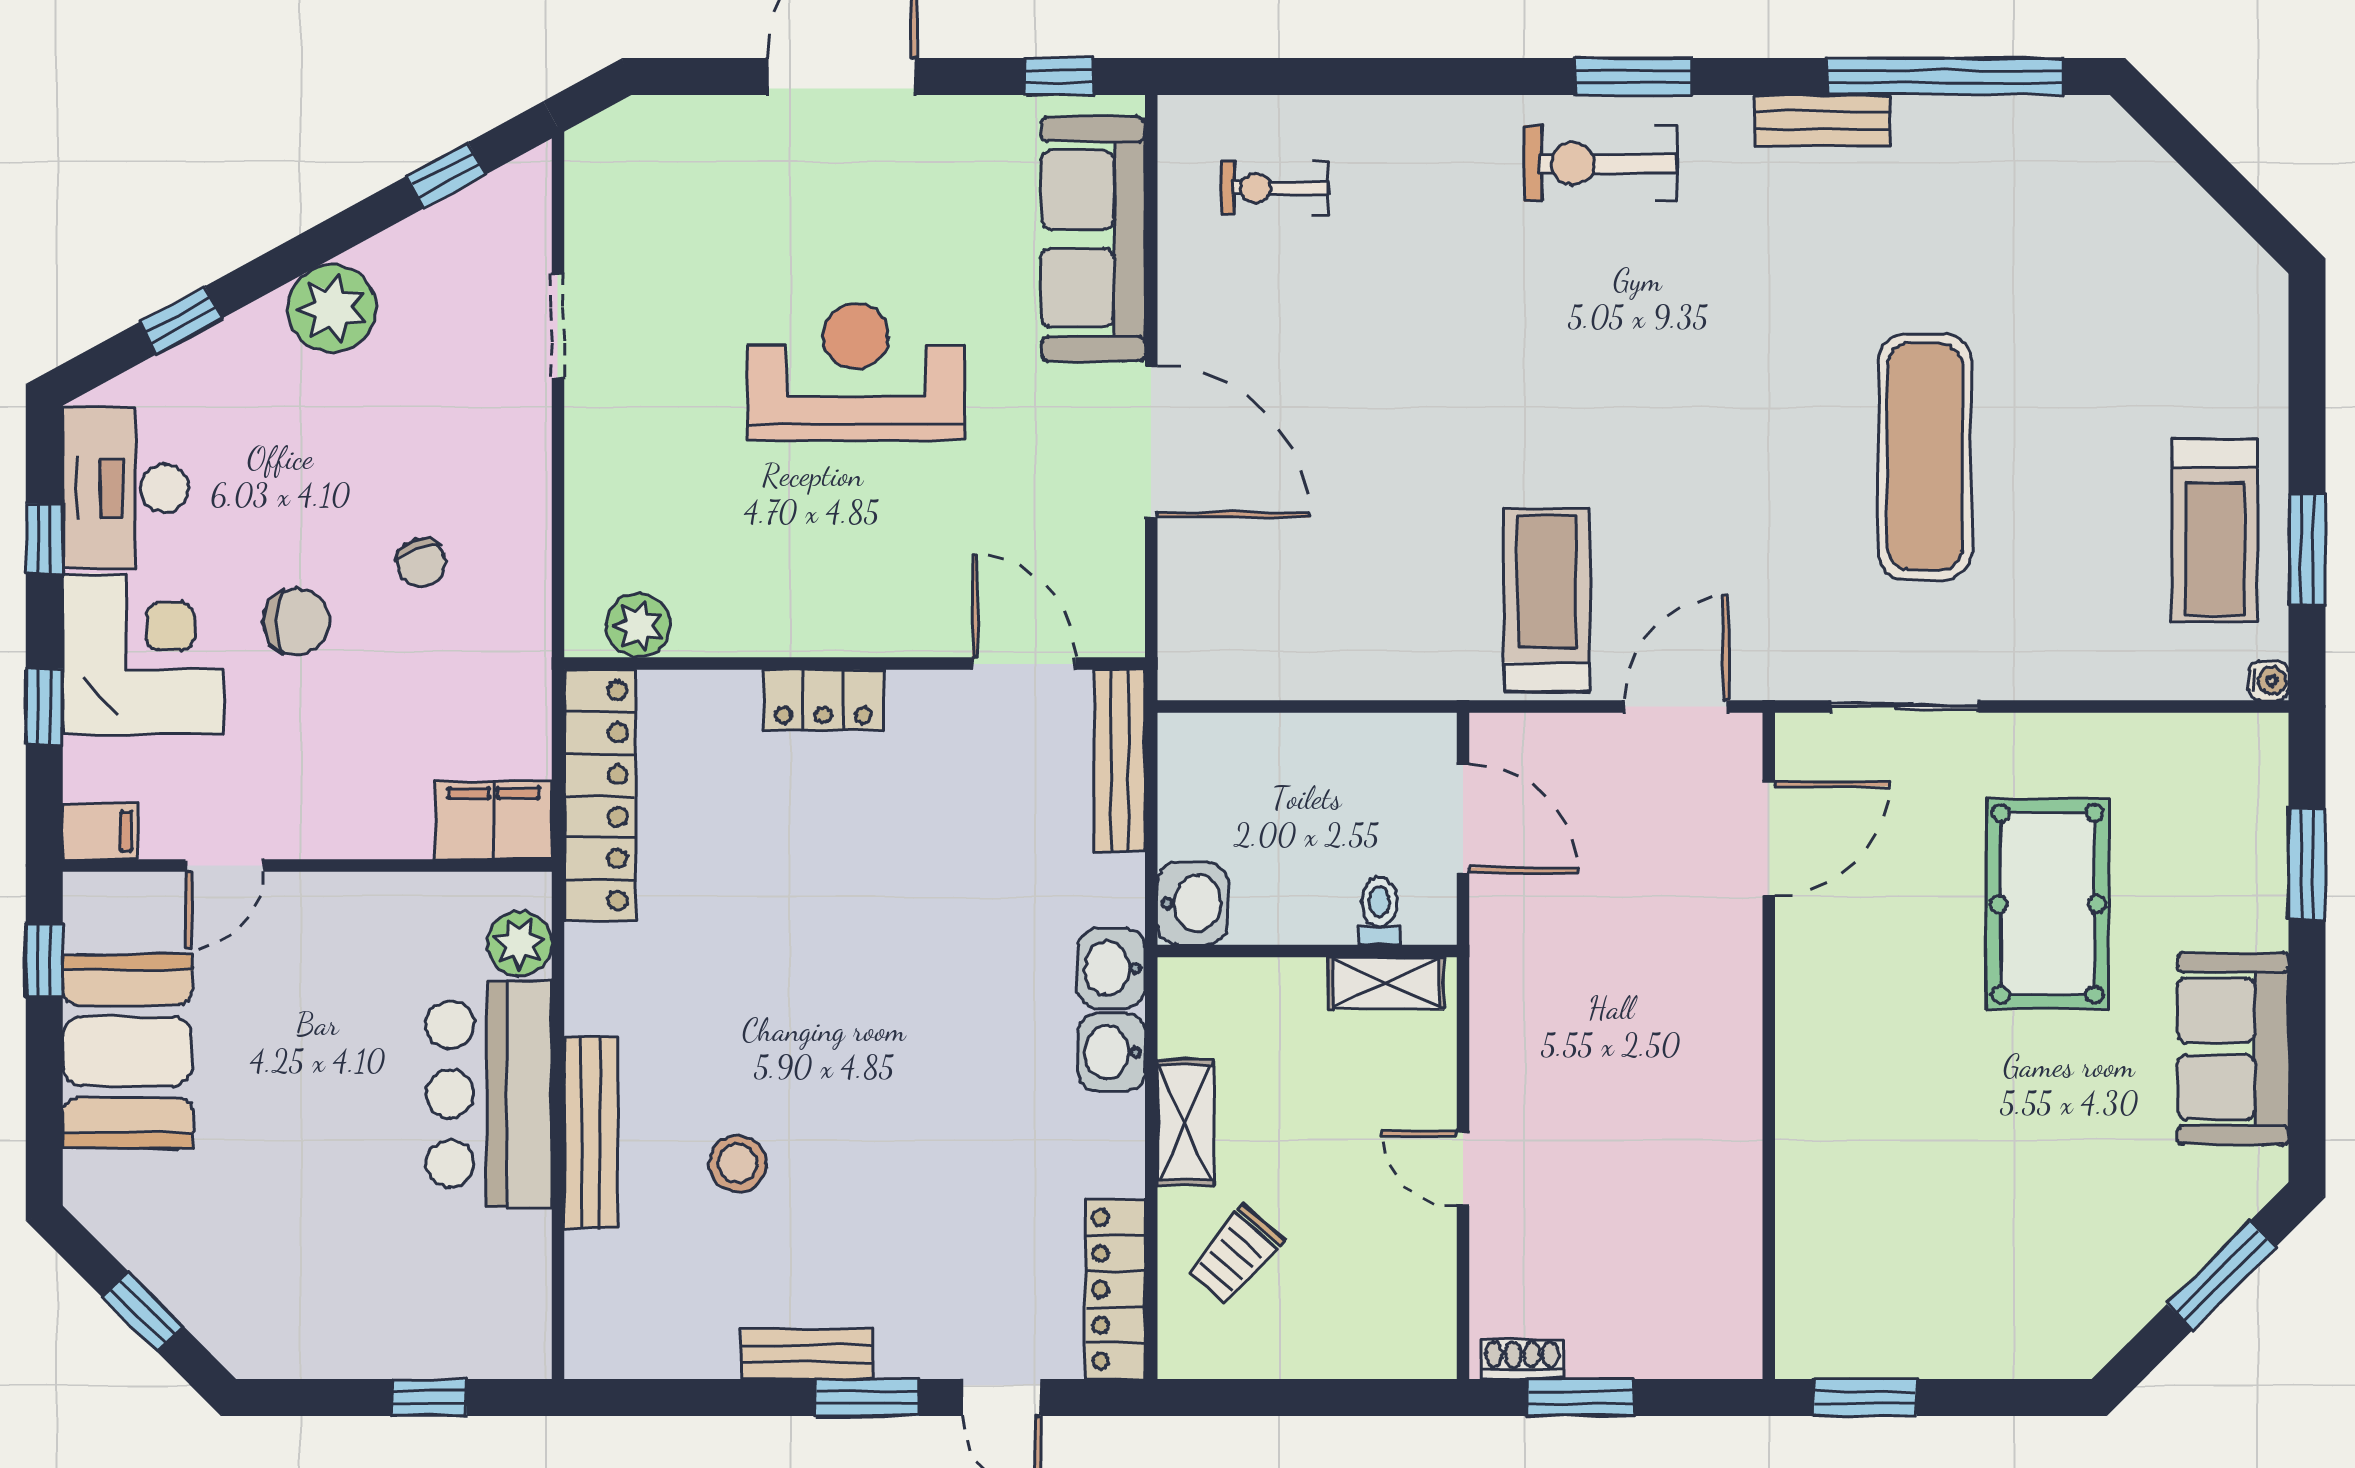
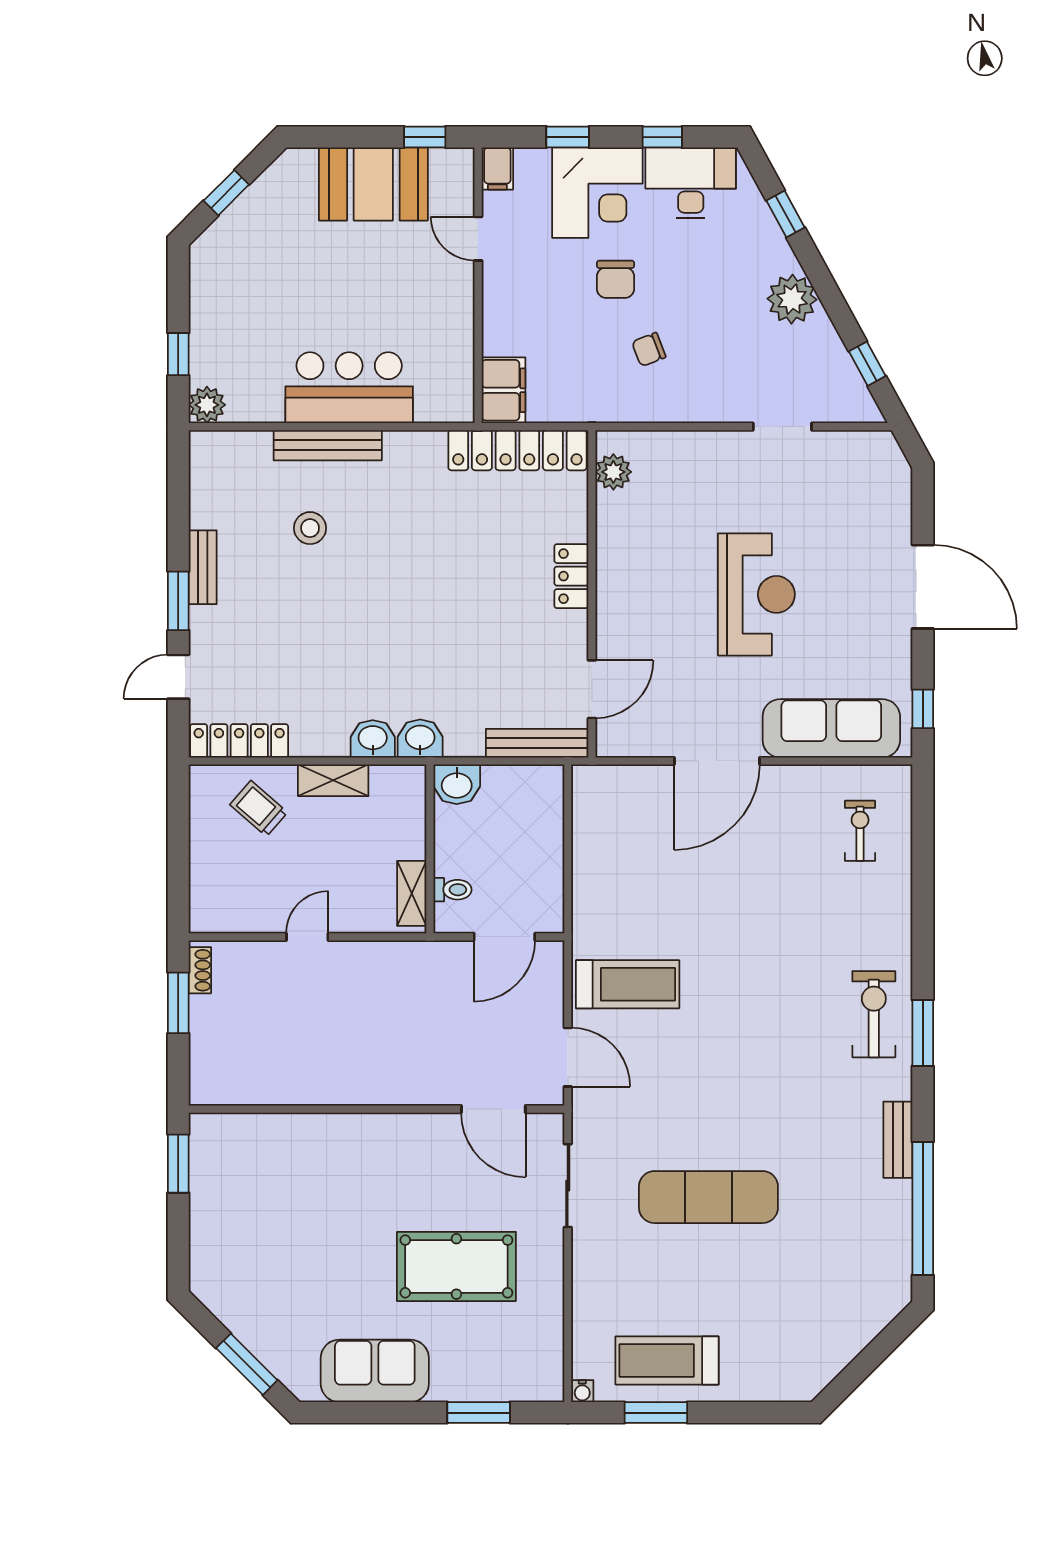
plant: (519, 943) -> (207, 405), moved

